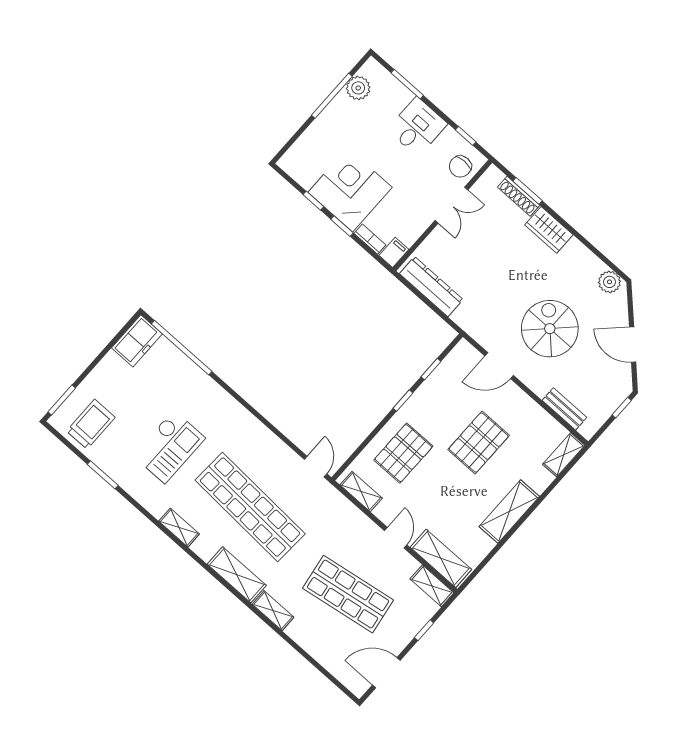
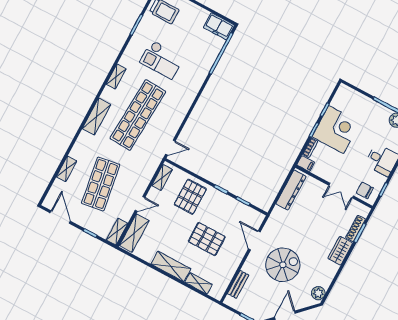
pallet: (403, 453) -> (190, 197), turned 90
shelving: (564, 455) -> (199, 283), moved
shelving: (273, 611) -> (67, 169), moved

